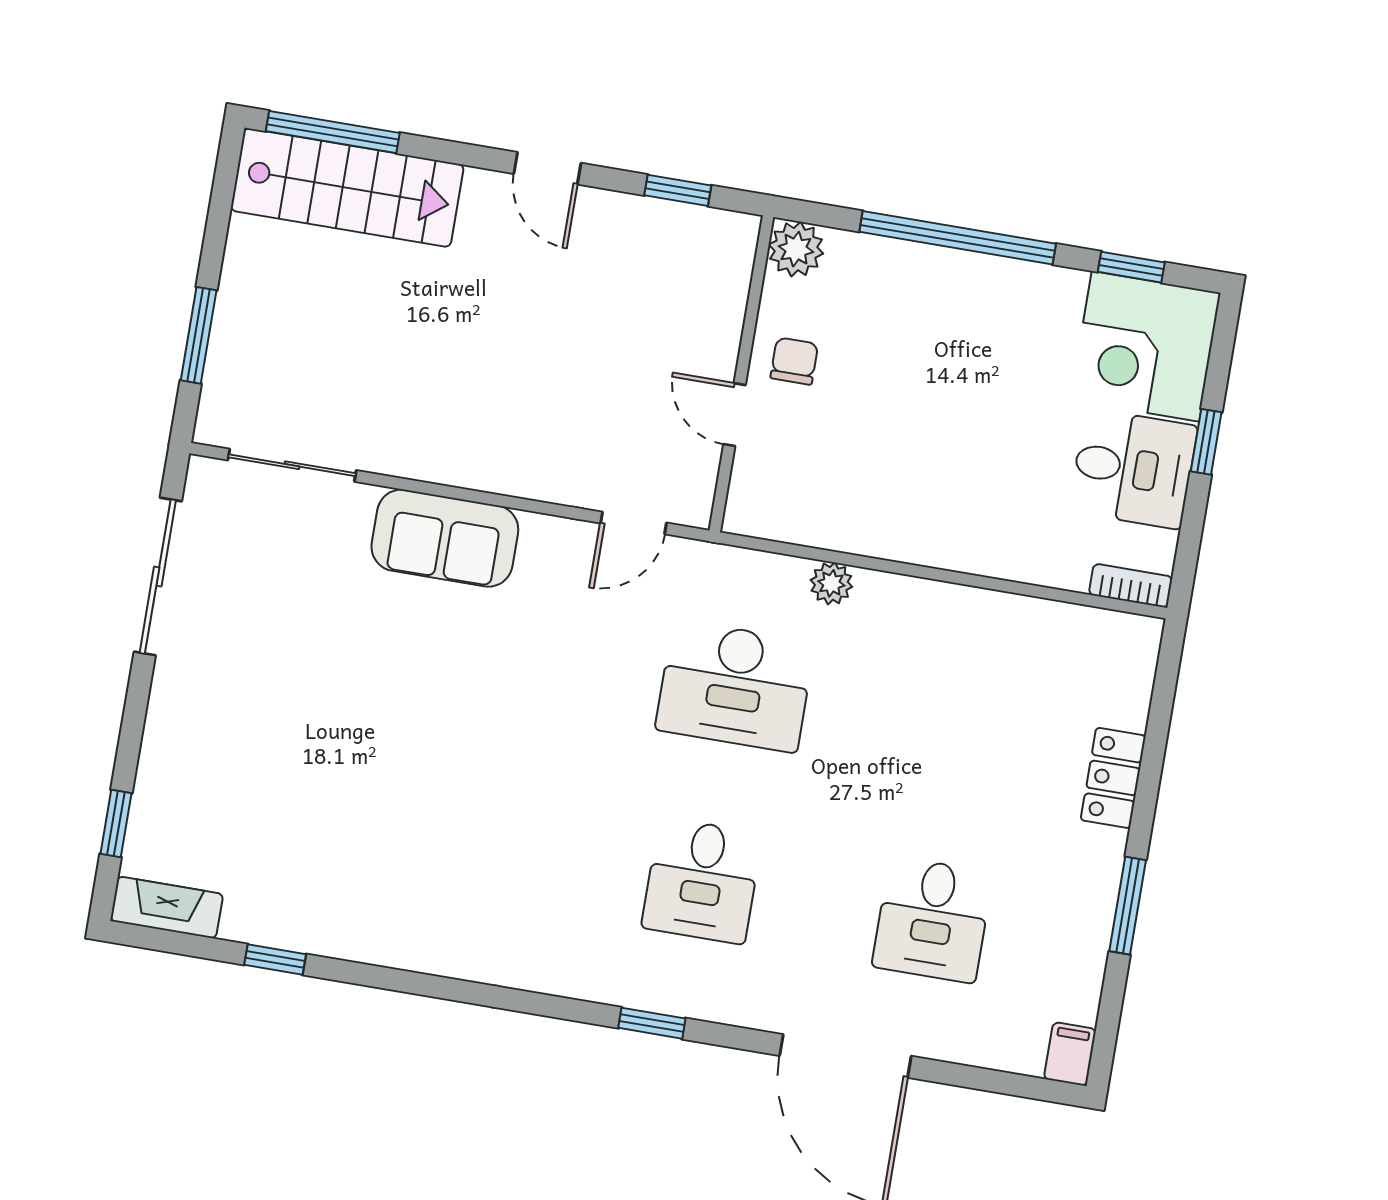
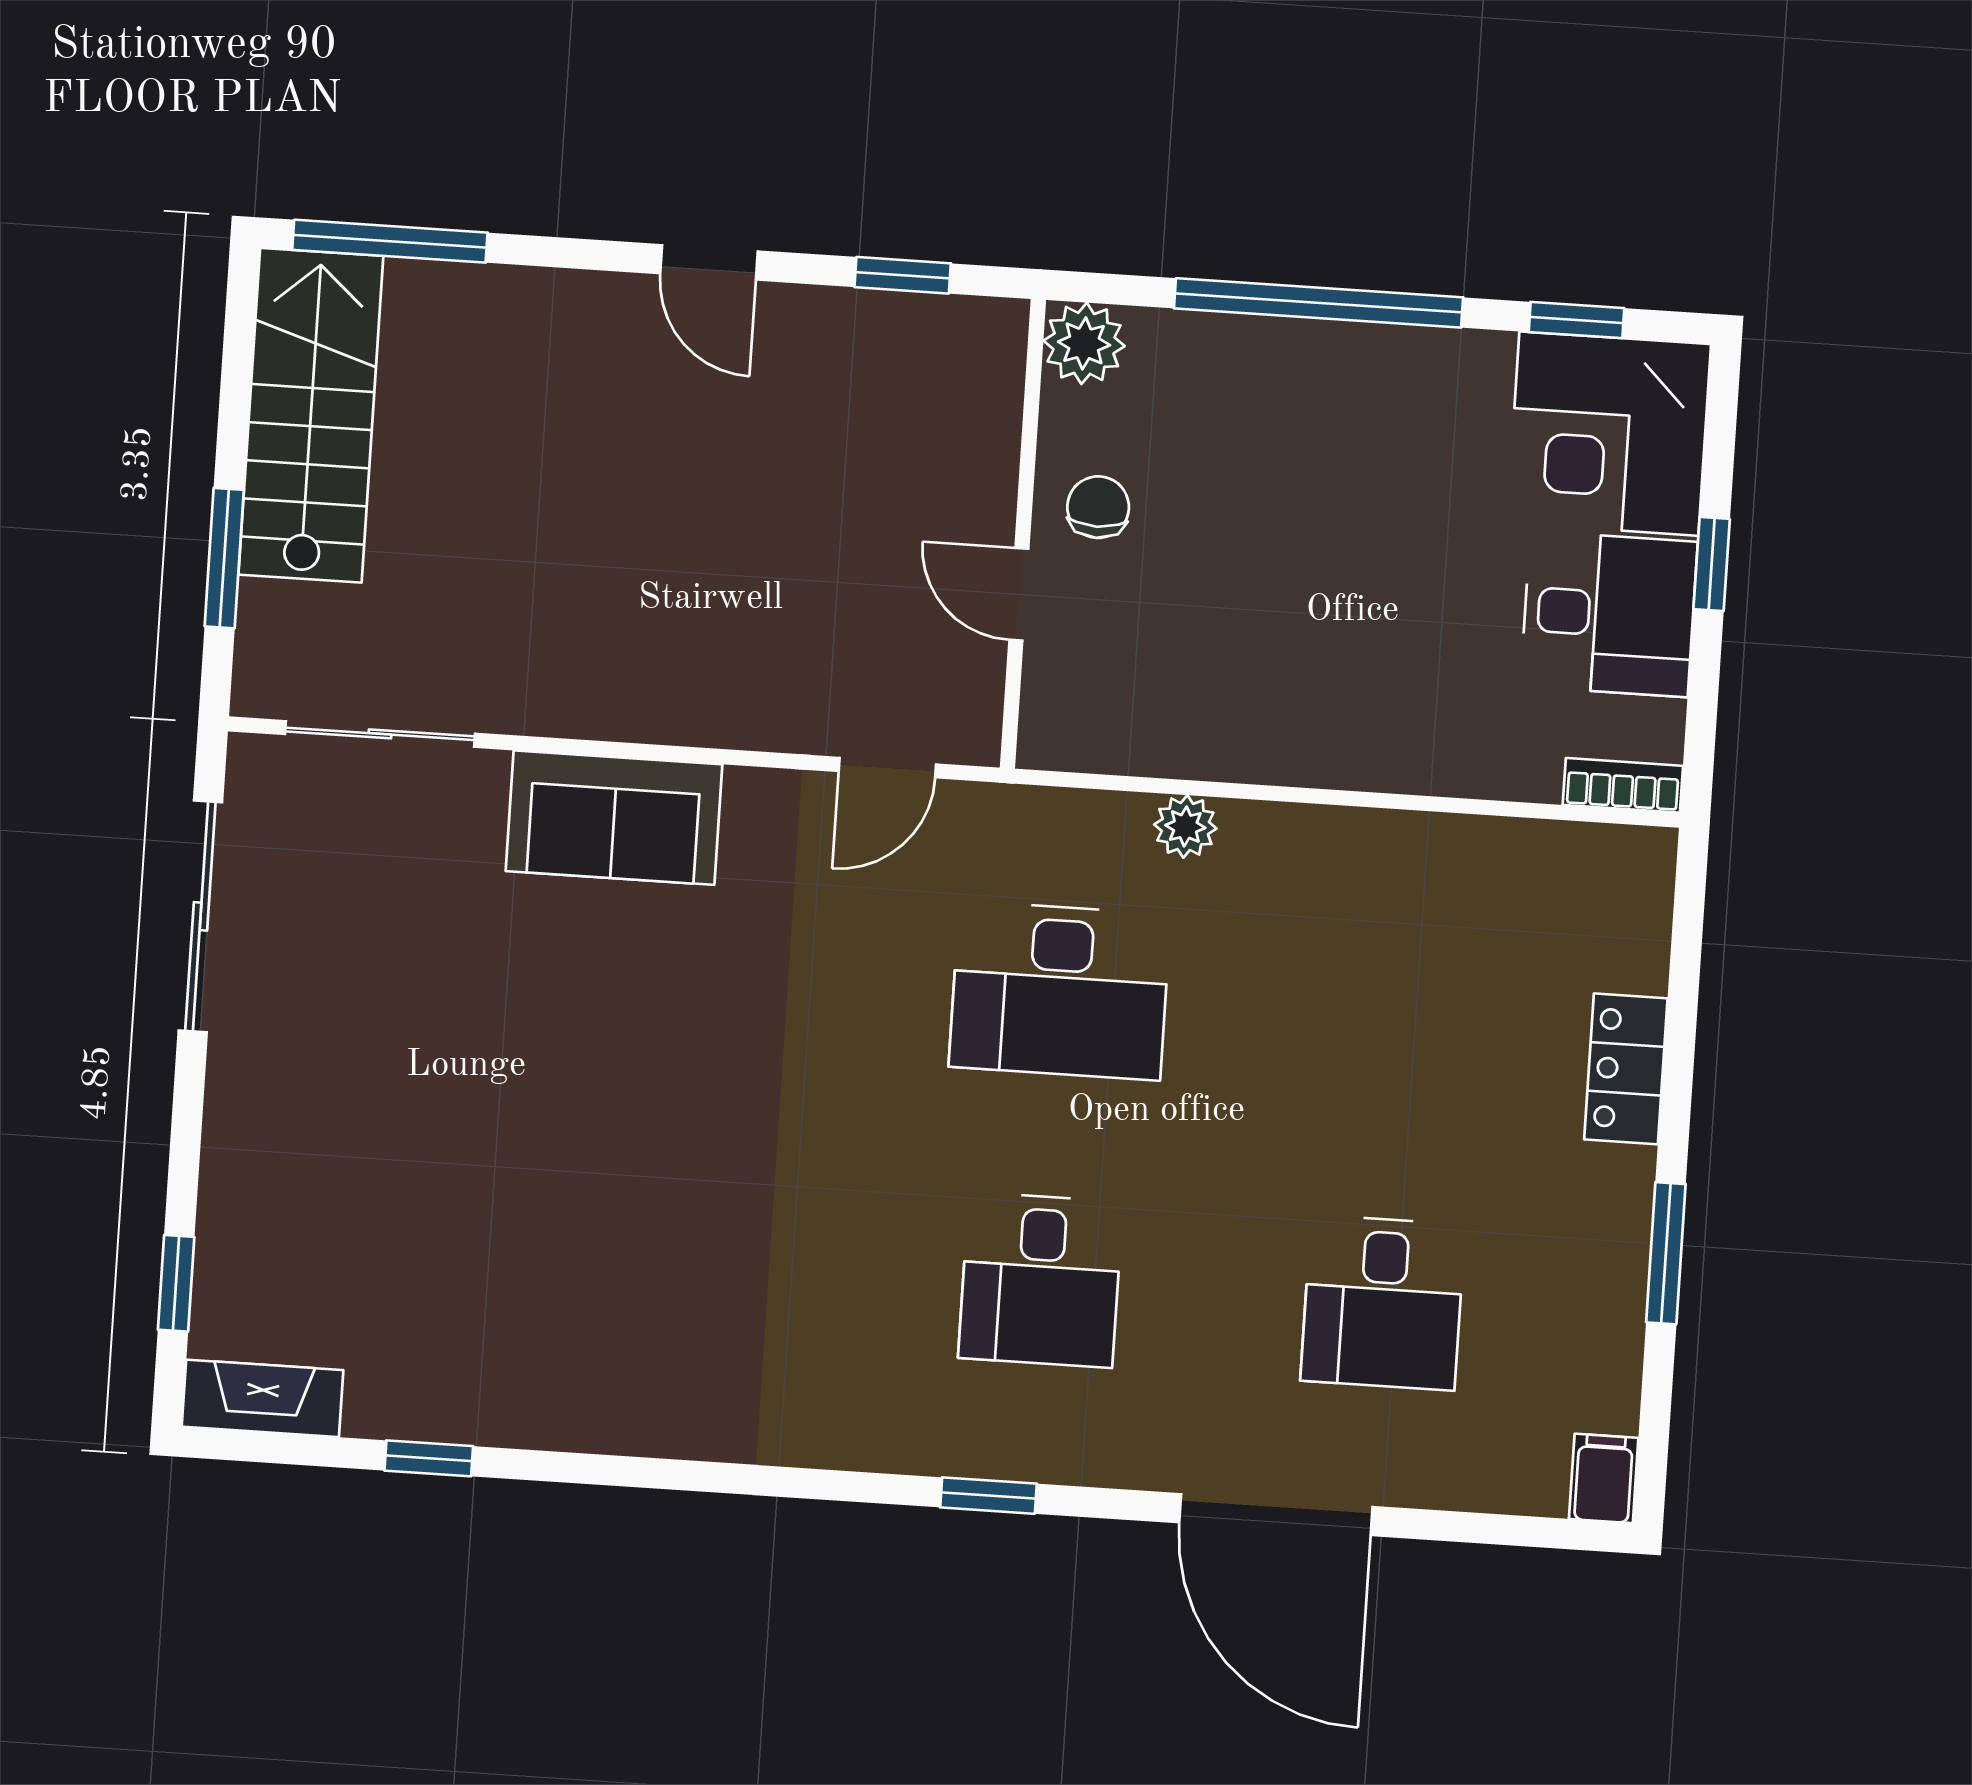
stairs: (347, 188) -> (311, 415), moved, turned -90

